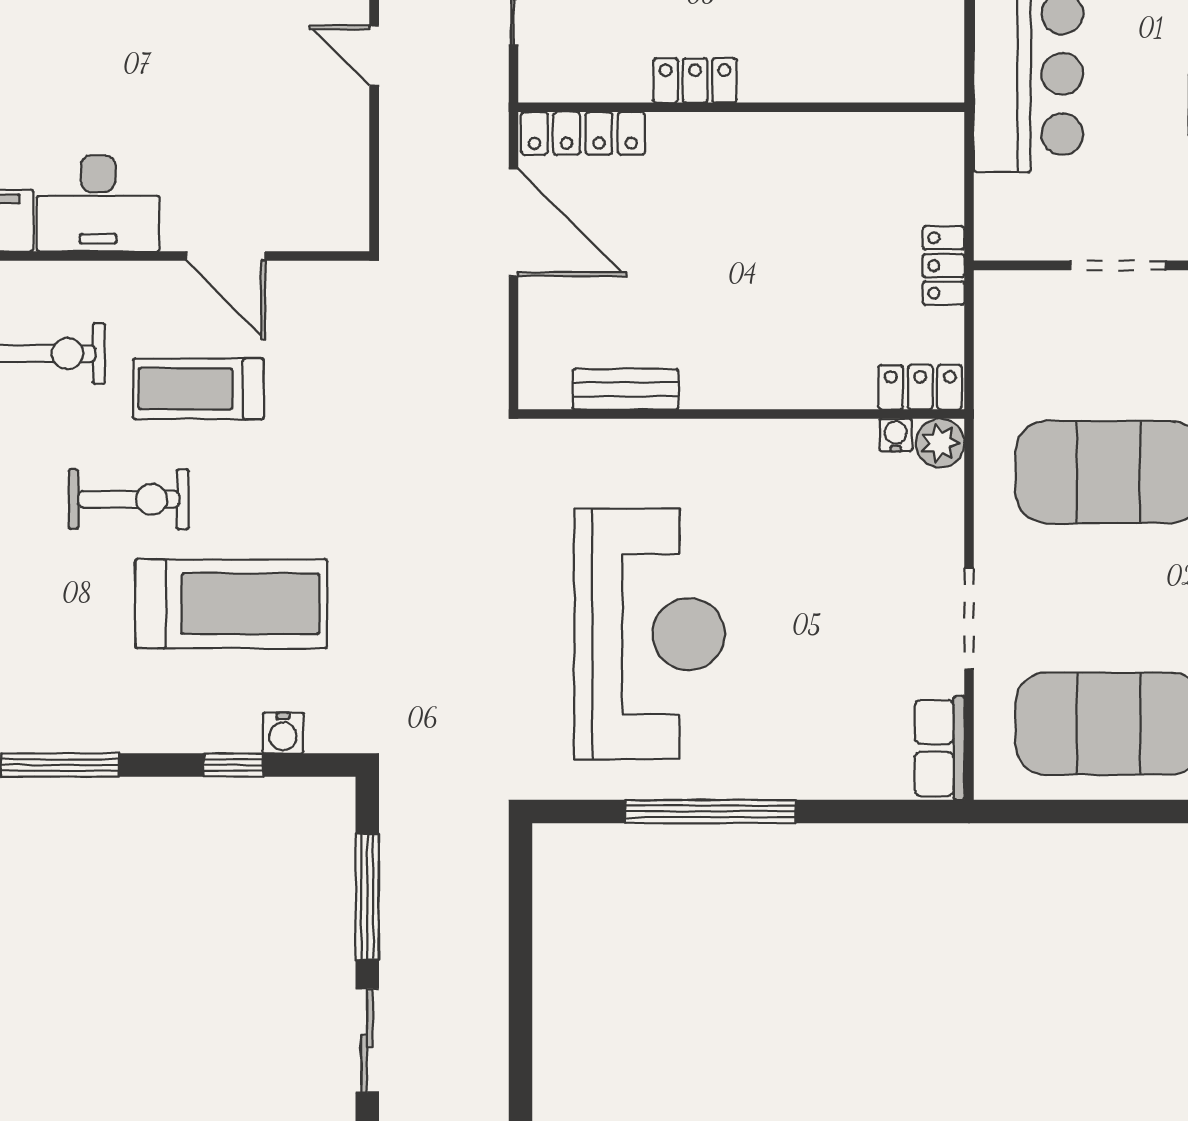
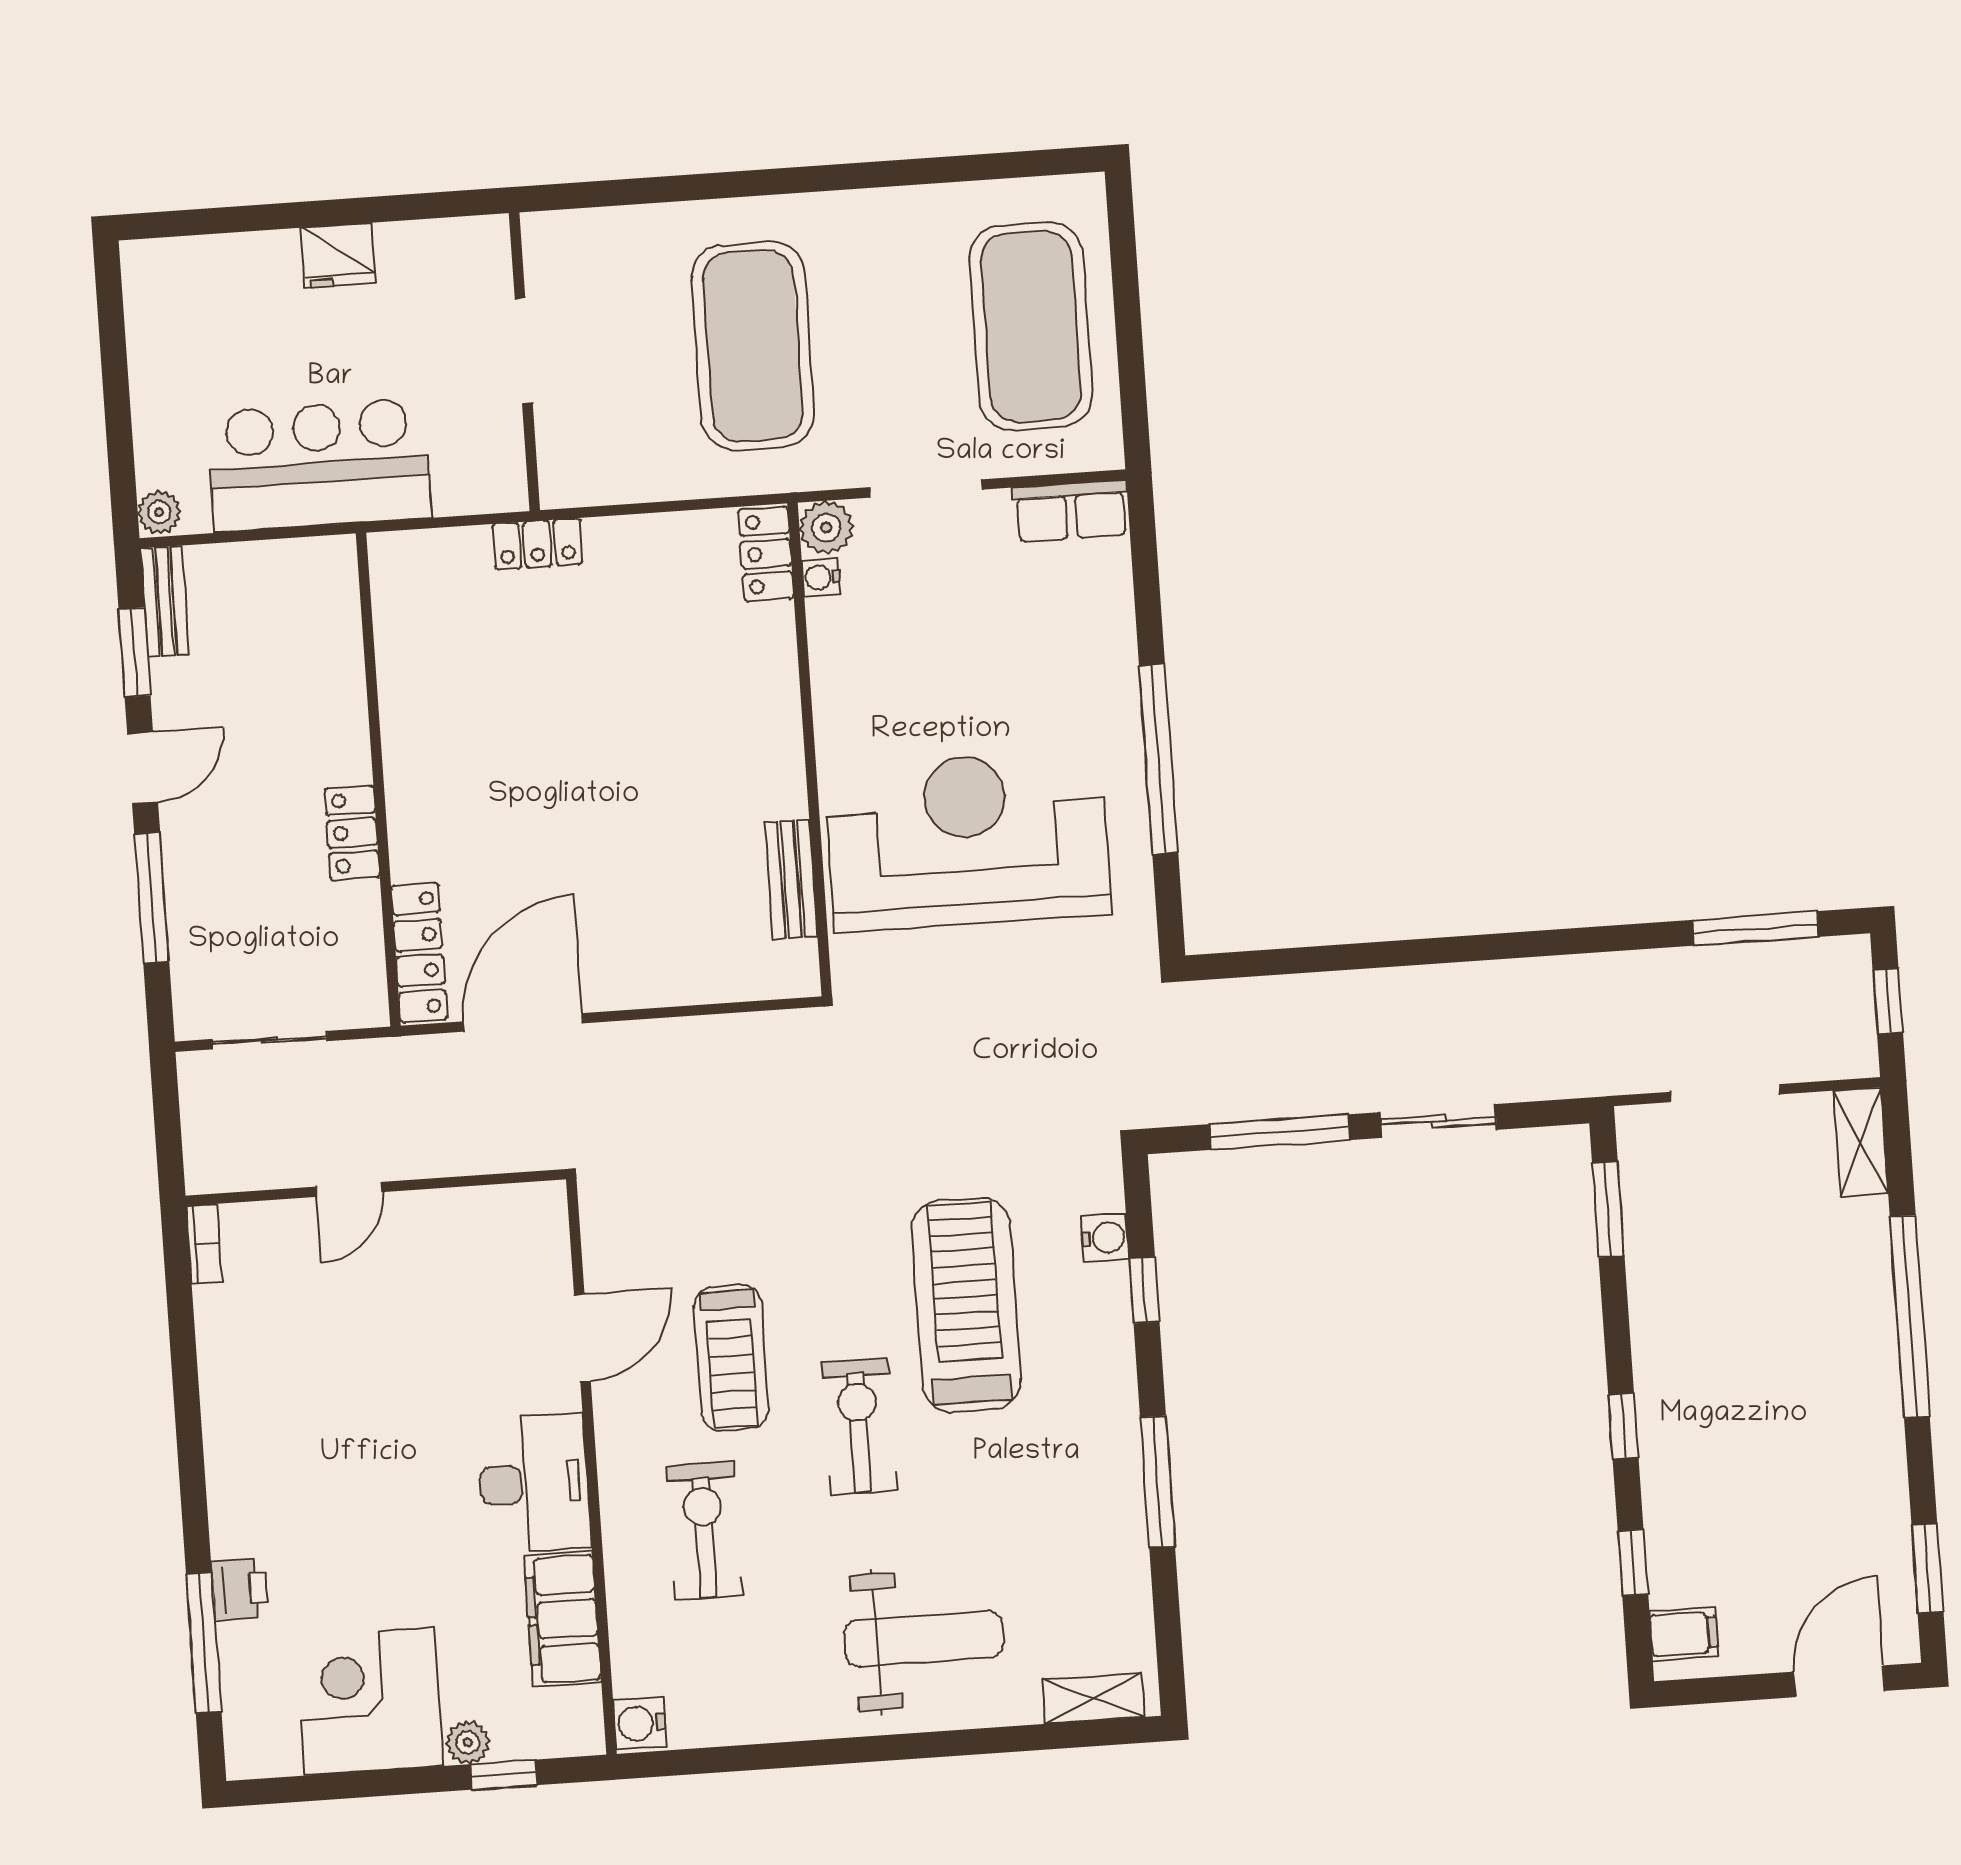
locker: (920, 387) -> (766, 554), moved
bench: (625, 389) -> (791, 879), moved
wall: (741, 414) -> (810, 749), moved
water cooler: (896, 435) -> (821, 577), moved
plant: (940, 443) -> (826, 528), moved

